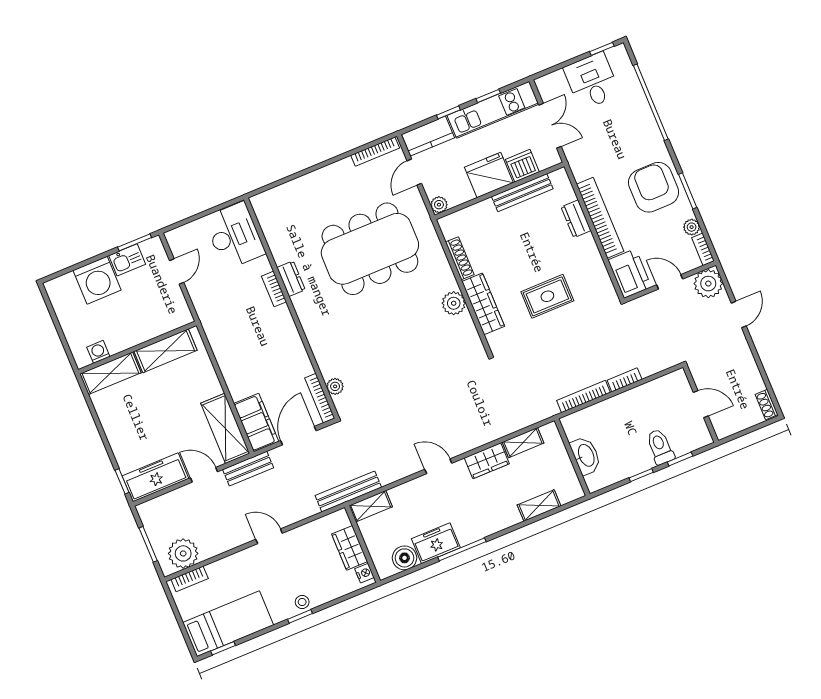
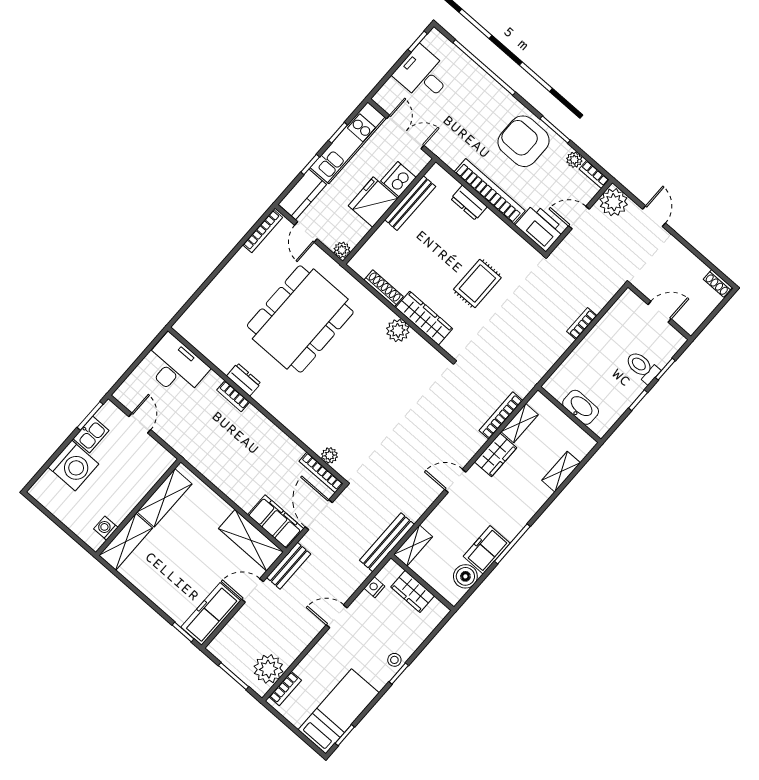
bookcase: (584, 397) -> (501, 416), moved
nightstand: (364, 573) -> (374, 587), moved, turned -90

